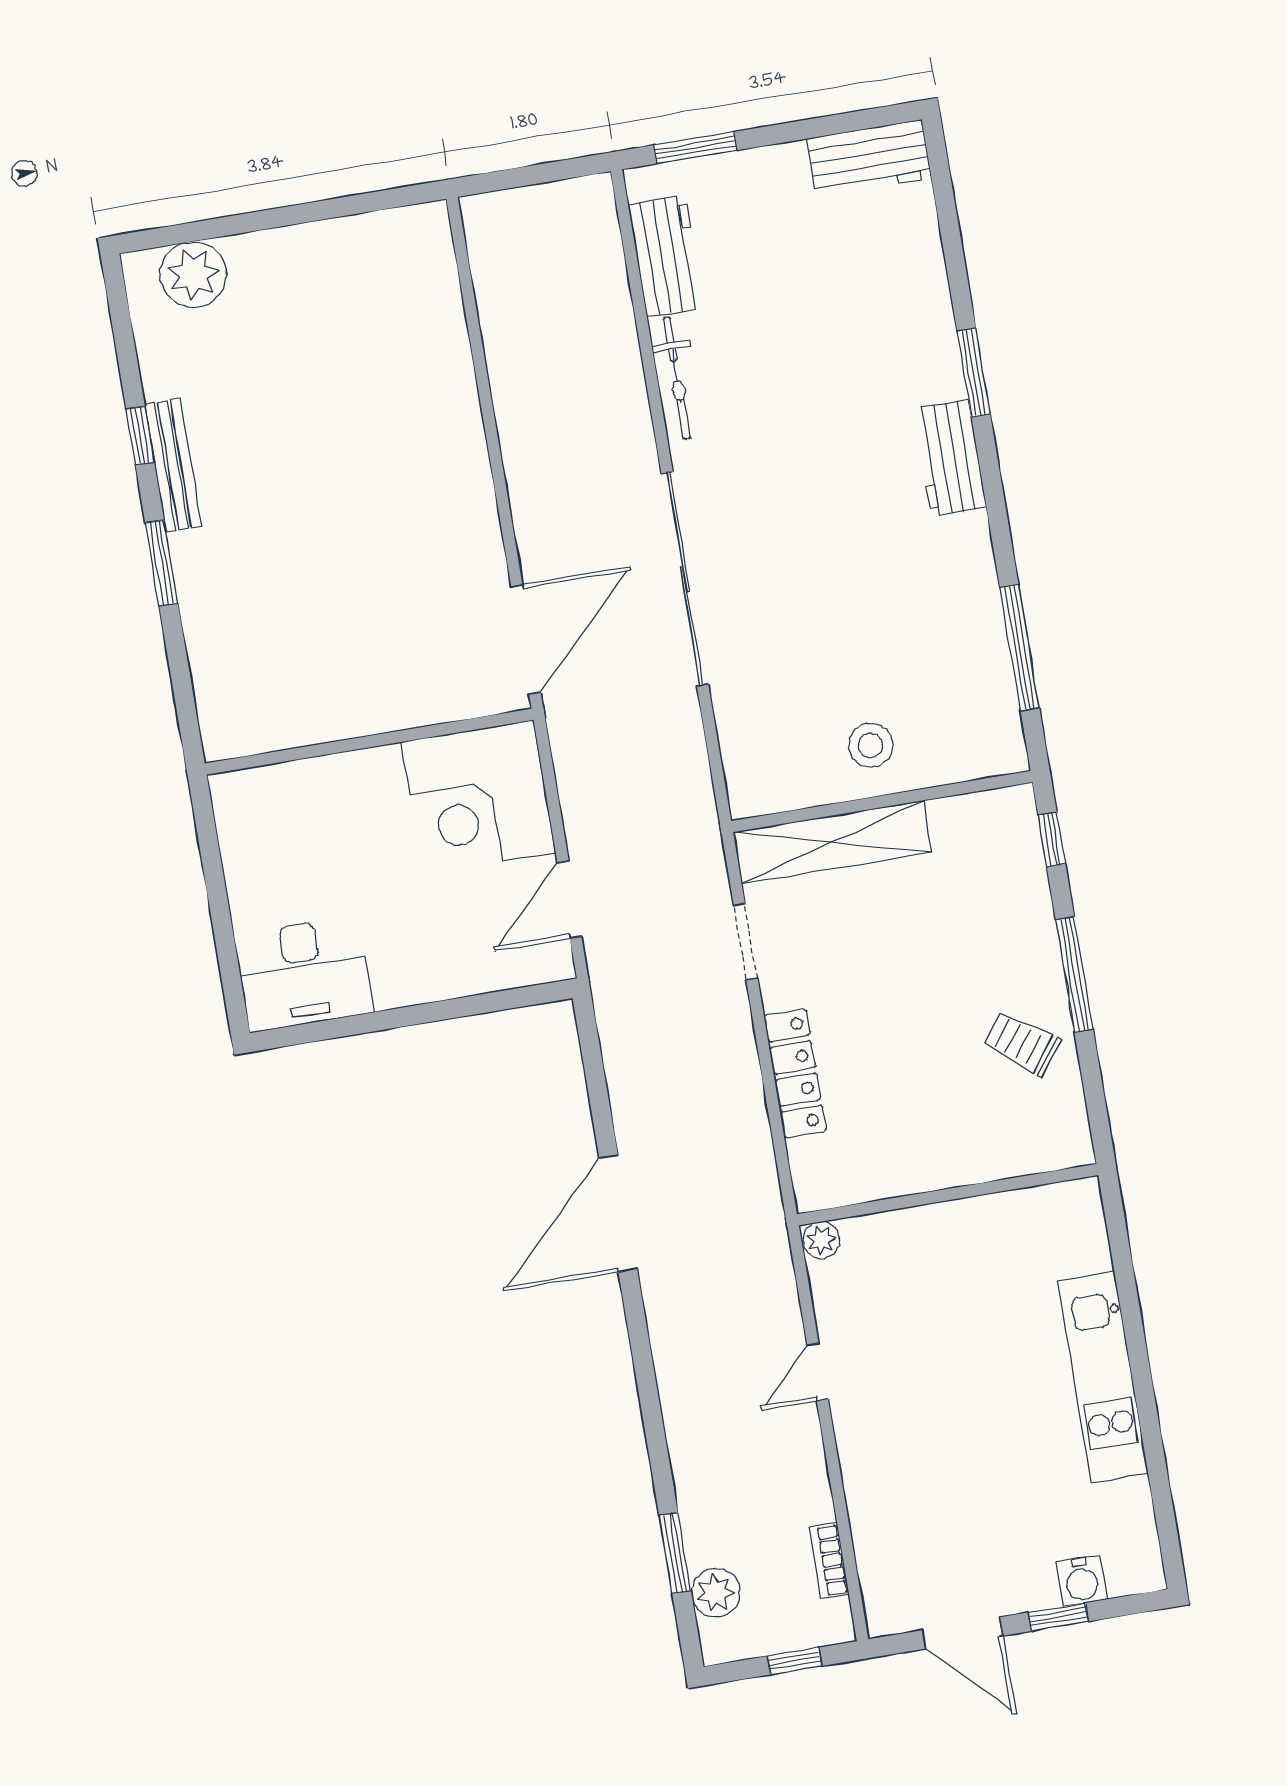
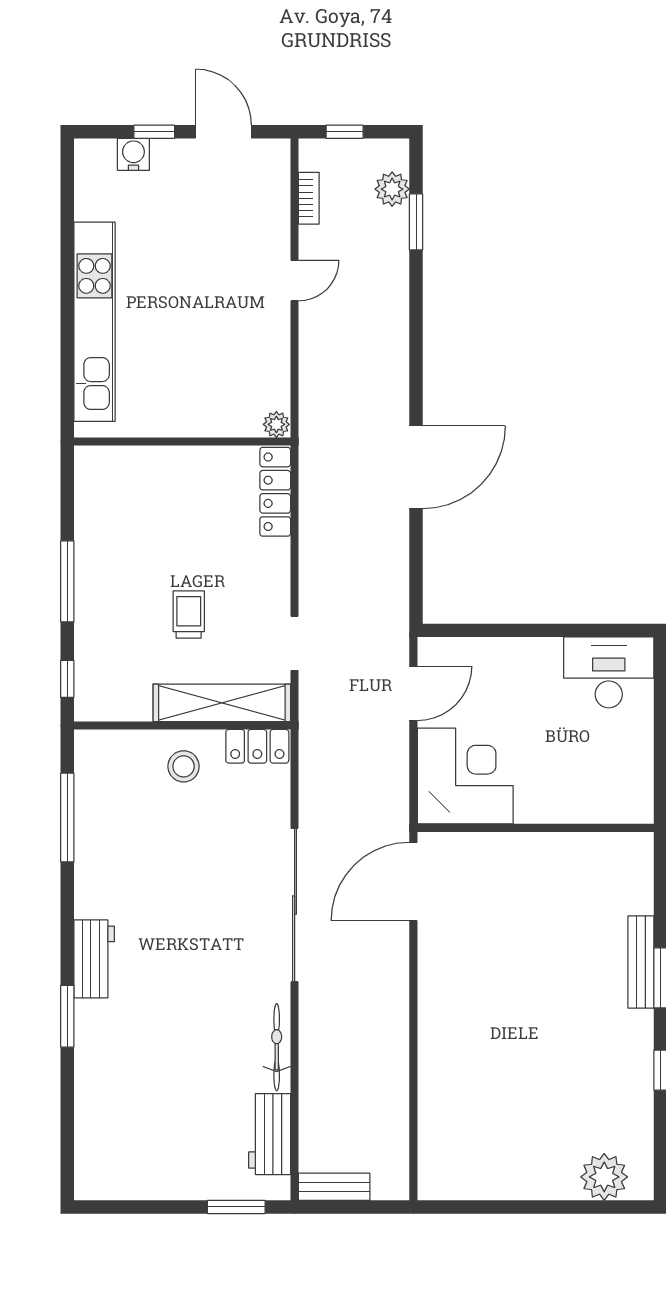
workbench: (869, 159) -> (116, 1179), removed
bench: (565, 198) -> (334, 1187), added
bench: (173, 465) -> (641, 962), moved
locker: (773, 790) -> (257, 746), added
trolley: (1022, 1043) -> (189, 614), moved, turned -127
locker: (795, 1073) -> (275, 492), moved
door: (818, 1372) -> (295, 281), moved
kitchen unit: (1103, 1377) -> (95, 322), width x1.36

